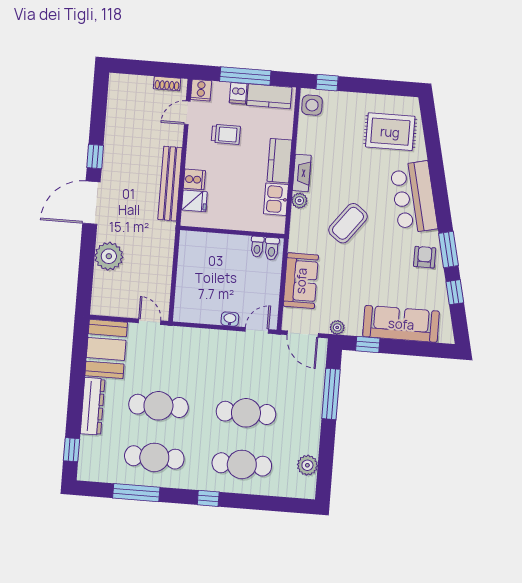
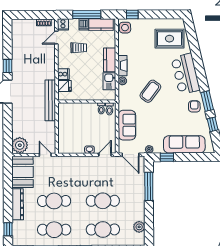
bench: (170, 184) -> (50, 100), moved
plant: (109, 256) -> (20, 145), moved

